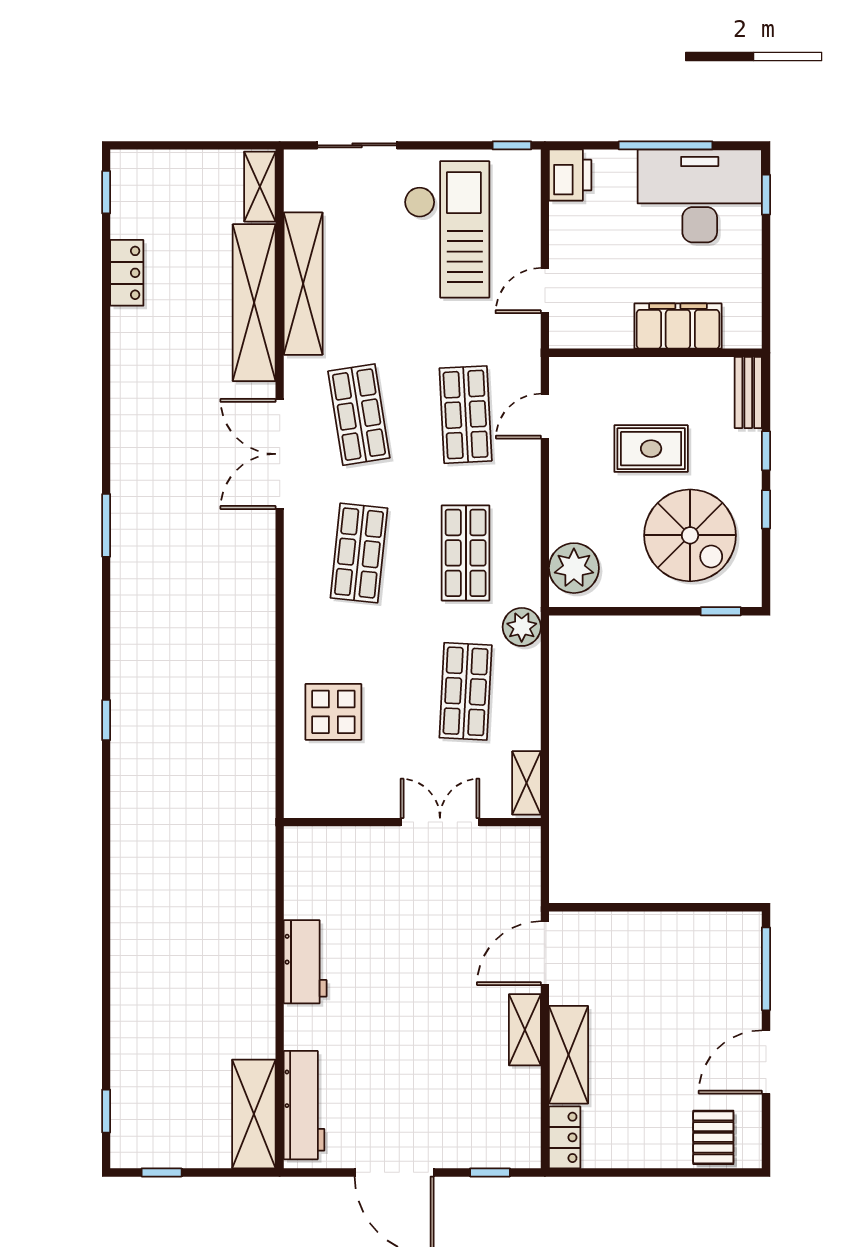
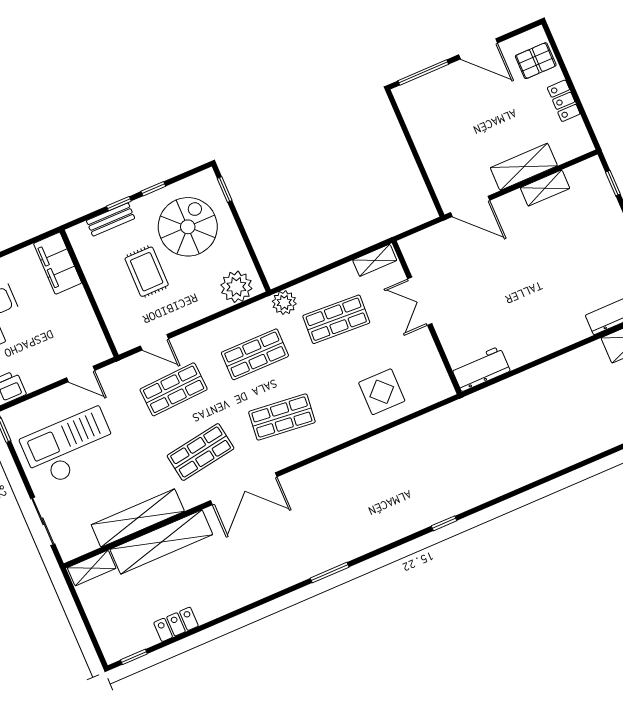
filing cabinet: (678, 326) -> (58, 263), moved
bench: (748, 393) -> (111, 220), moved
workbench: (305, 962) -> (481, 369), moved
shelving: (525, 1030) -> (545, 188), moved
locker: (565, 1137) -> (564, 101), moved, turned -90

